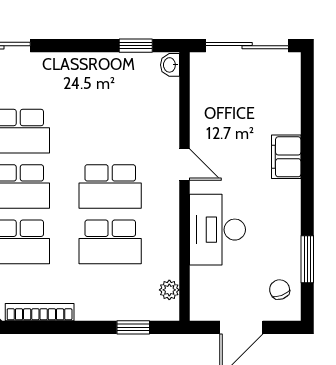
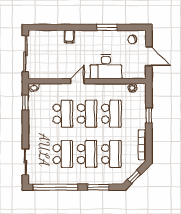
school desk: (110, 131) -> (63, 114), added
filing cabinet: (286, 157) -> (69, 37), width x0.50
window: (307, 259) -> (107, 27), moved
window: (133, 327) -> (149, 115), moved

